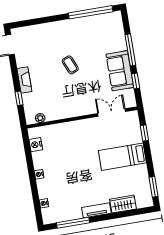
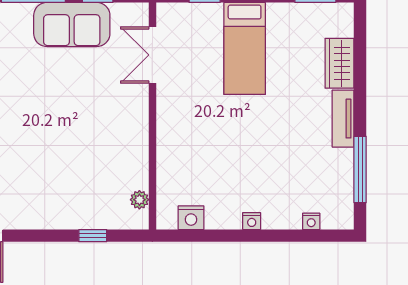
coffee table: (70, 65) -> (43, 122), removed
fireplace: (24, 80) -> (58, 218), removed

